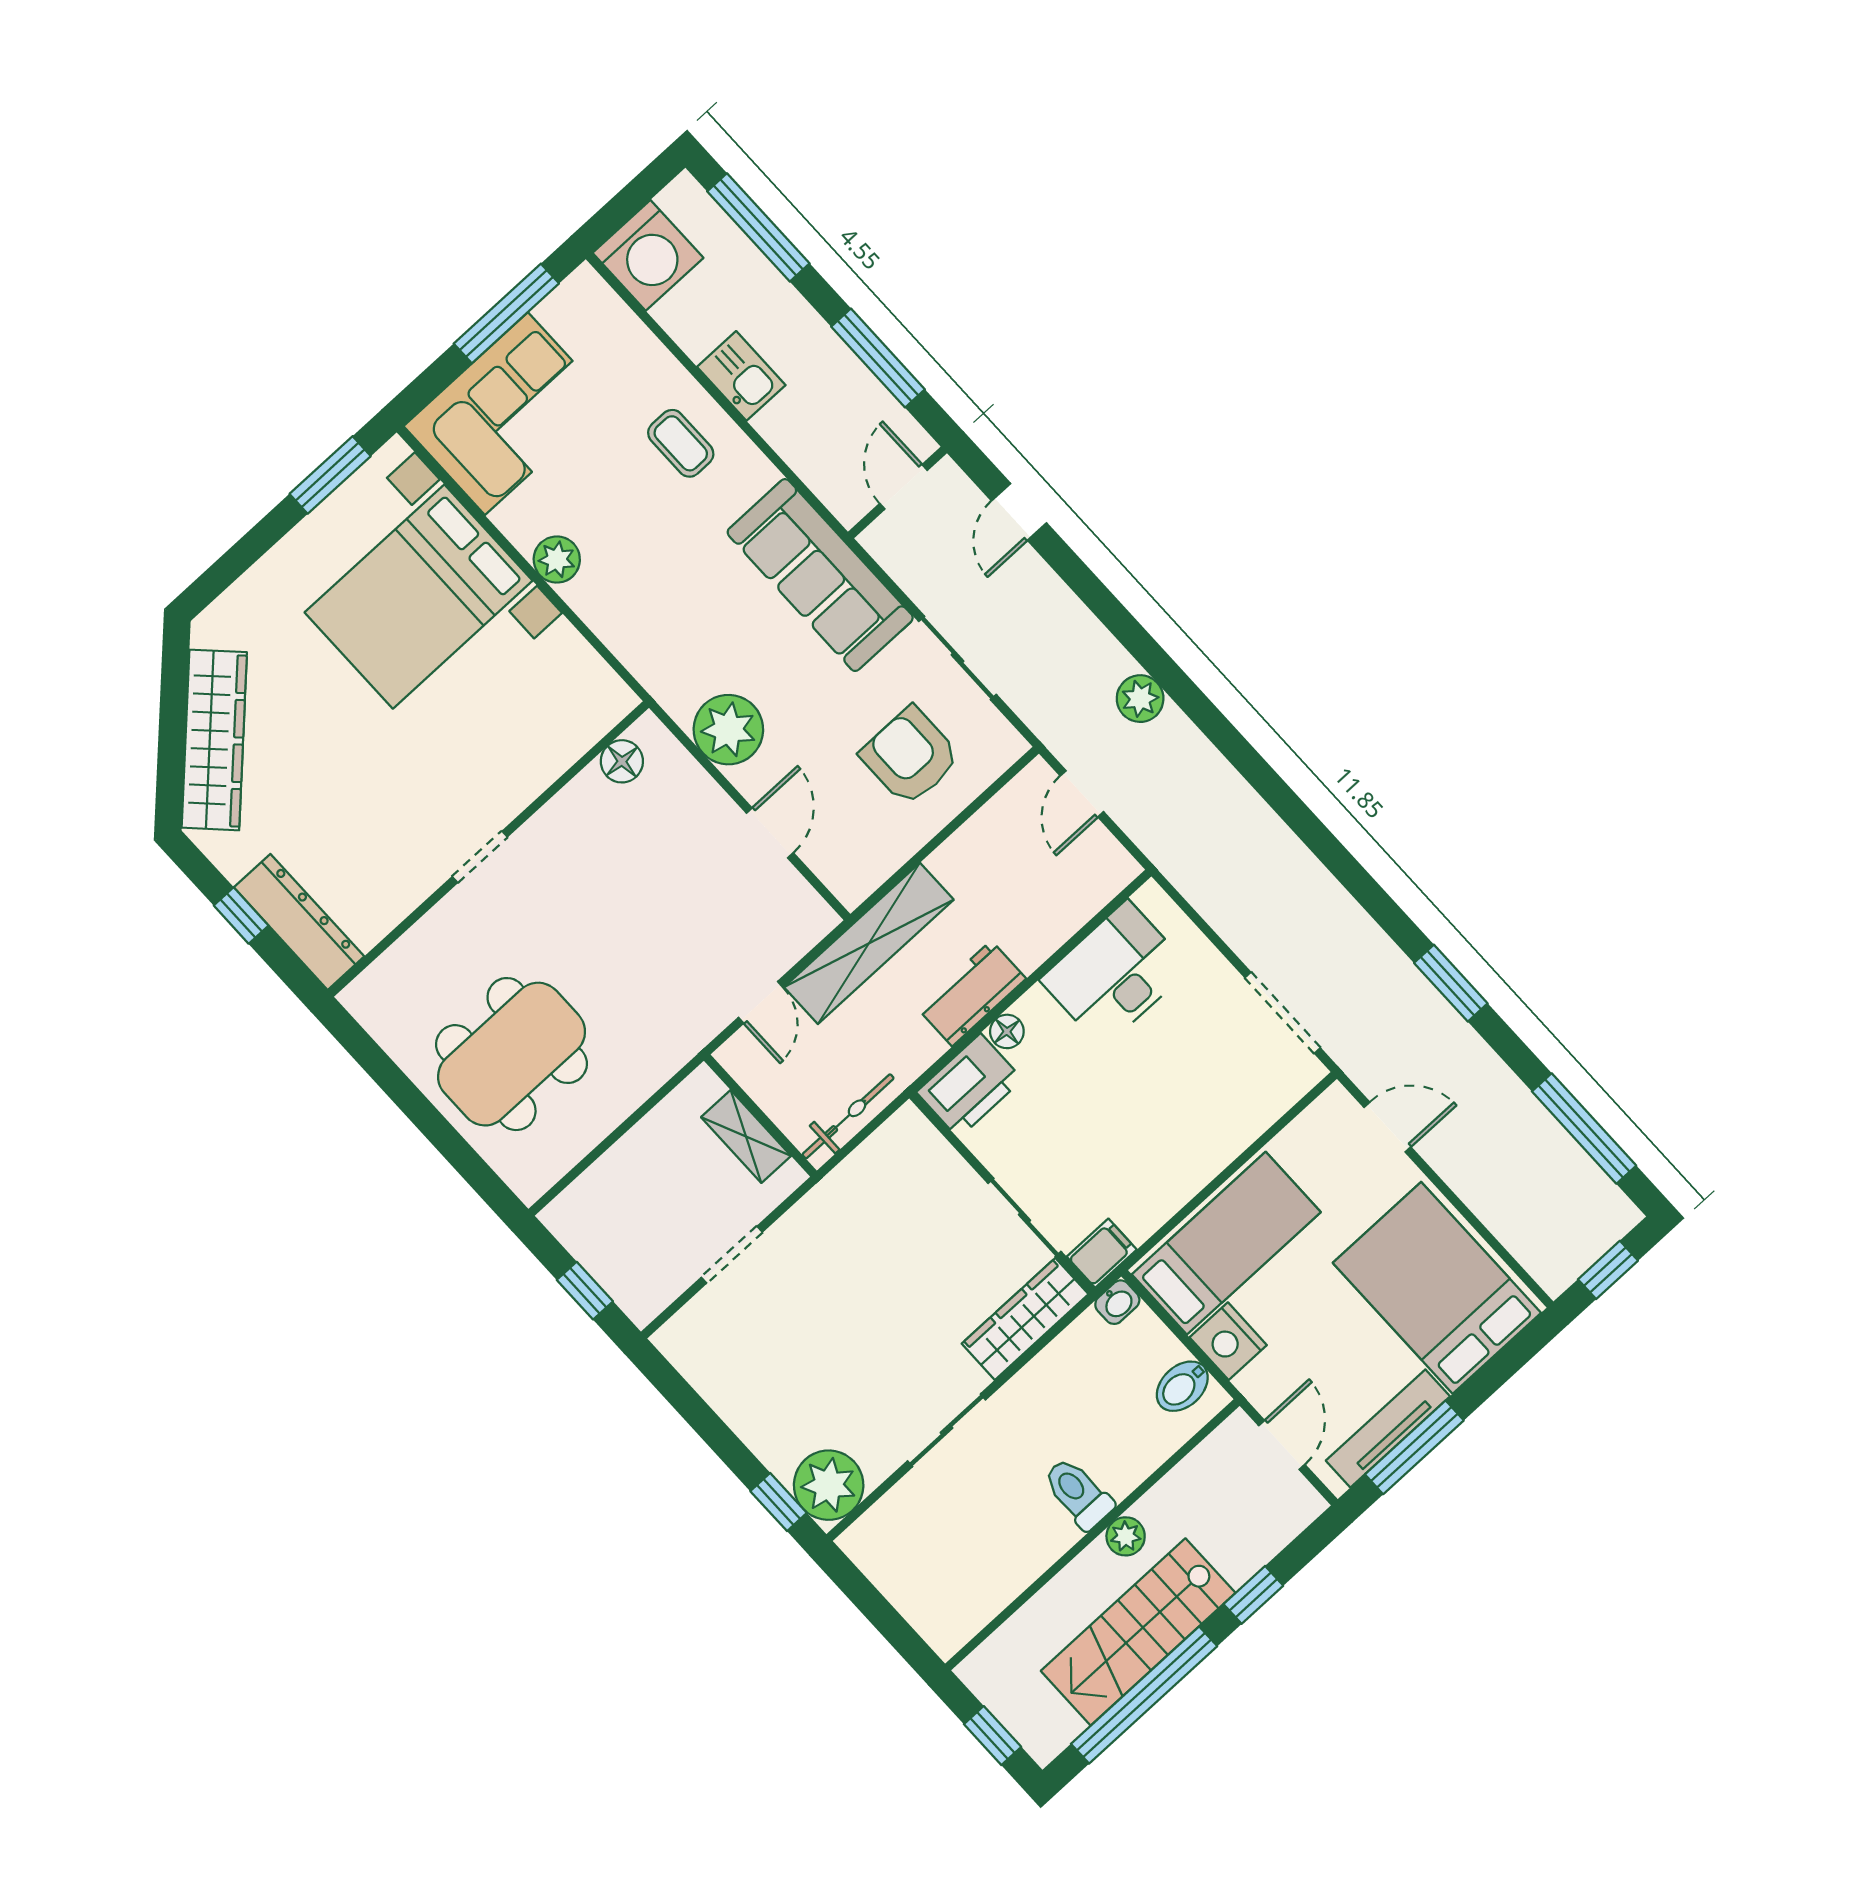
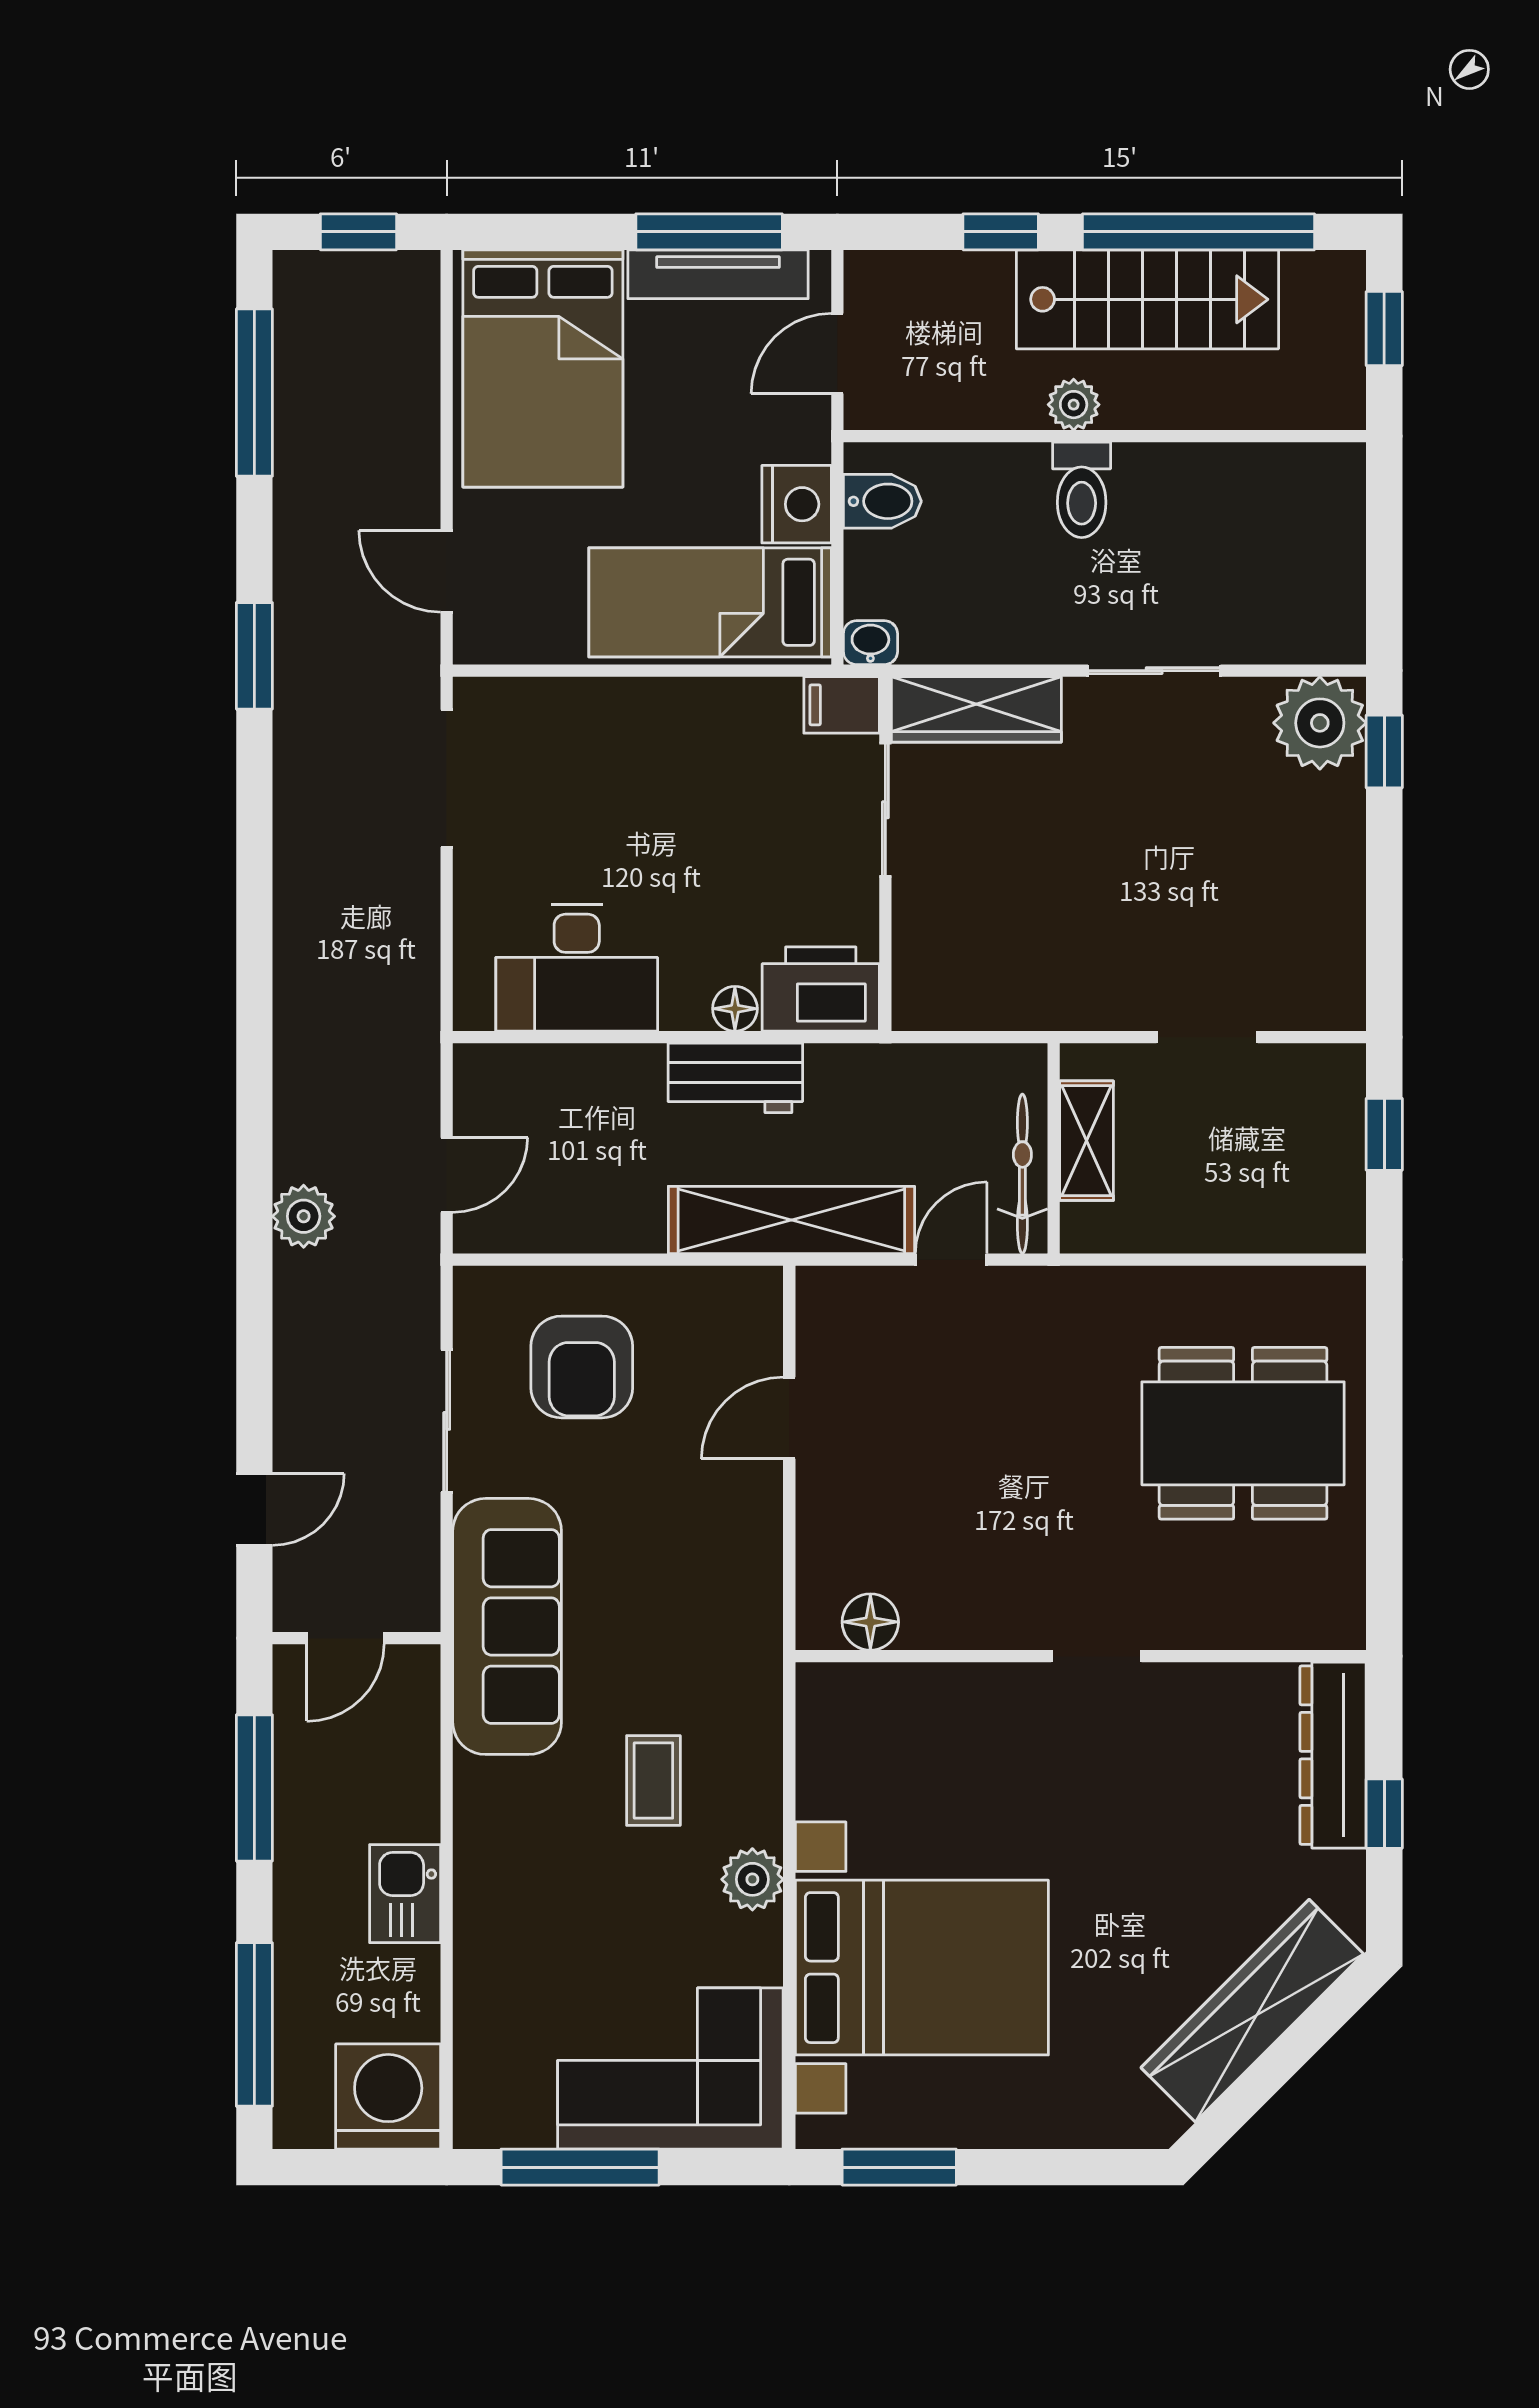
coffee table: (681, 443) -> (653, 1780), moved
plant: (728, 730) -> (737, 1557), removed
bicycle: (848, 1116) -> (1022, 1174), moved, turned 90

